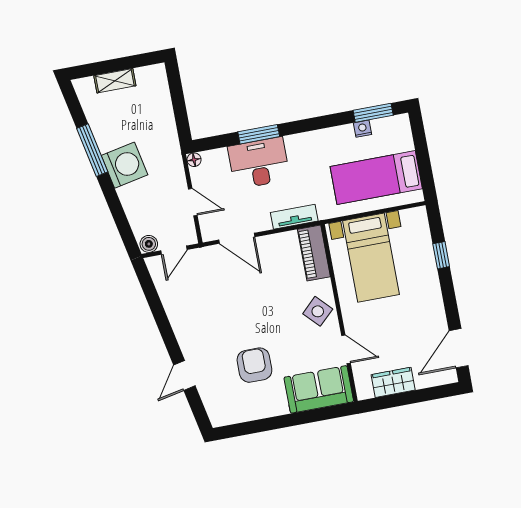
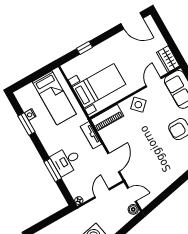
window: (373, 113) -> (27, 124), moved
desk: (259, 163) -> (66, 161), width x0.73
wardrobe: (393, 382) -> (168, 59), moved

